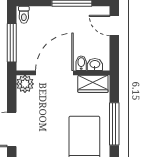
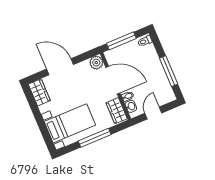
door: (114, 25) -> (153, 113), moved

